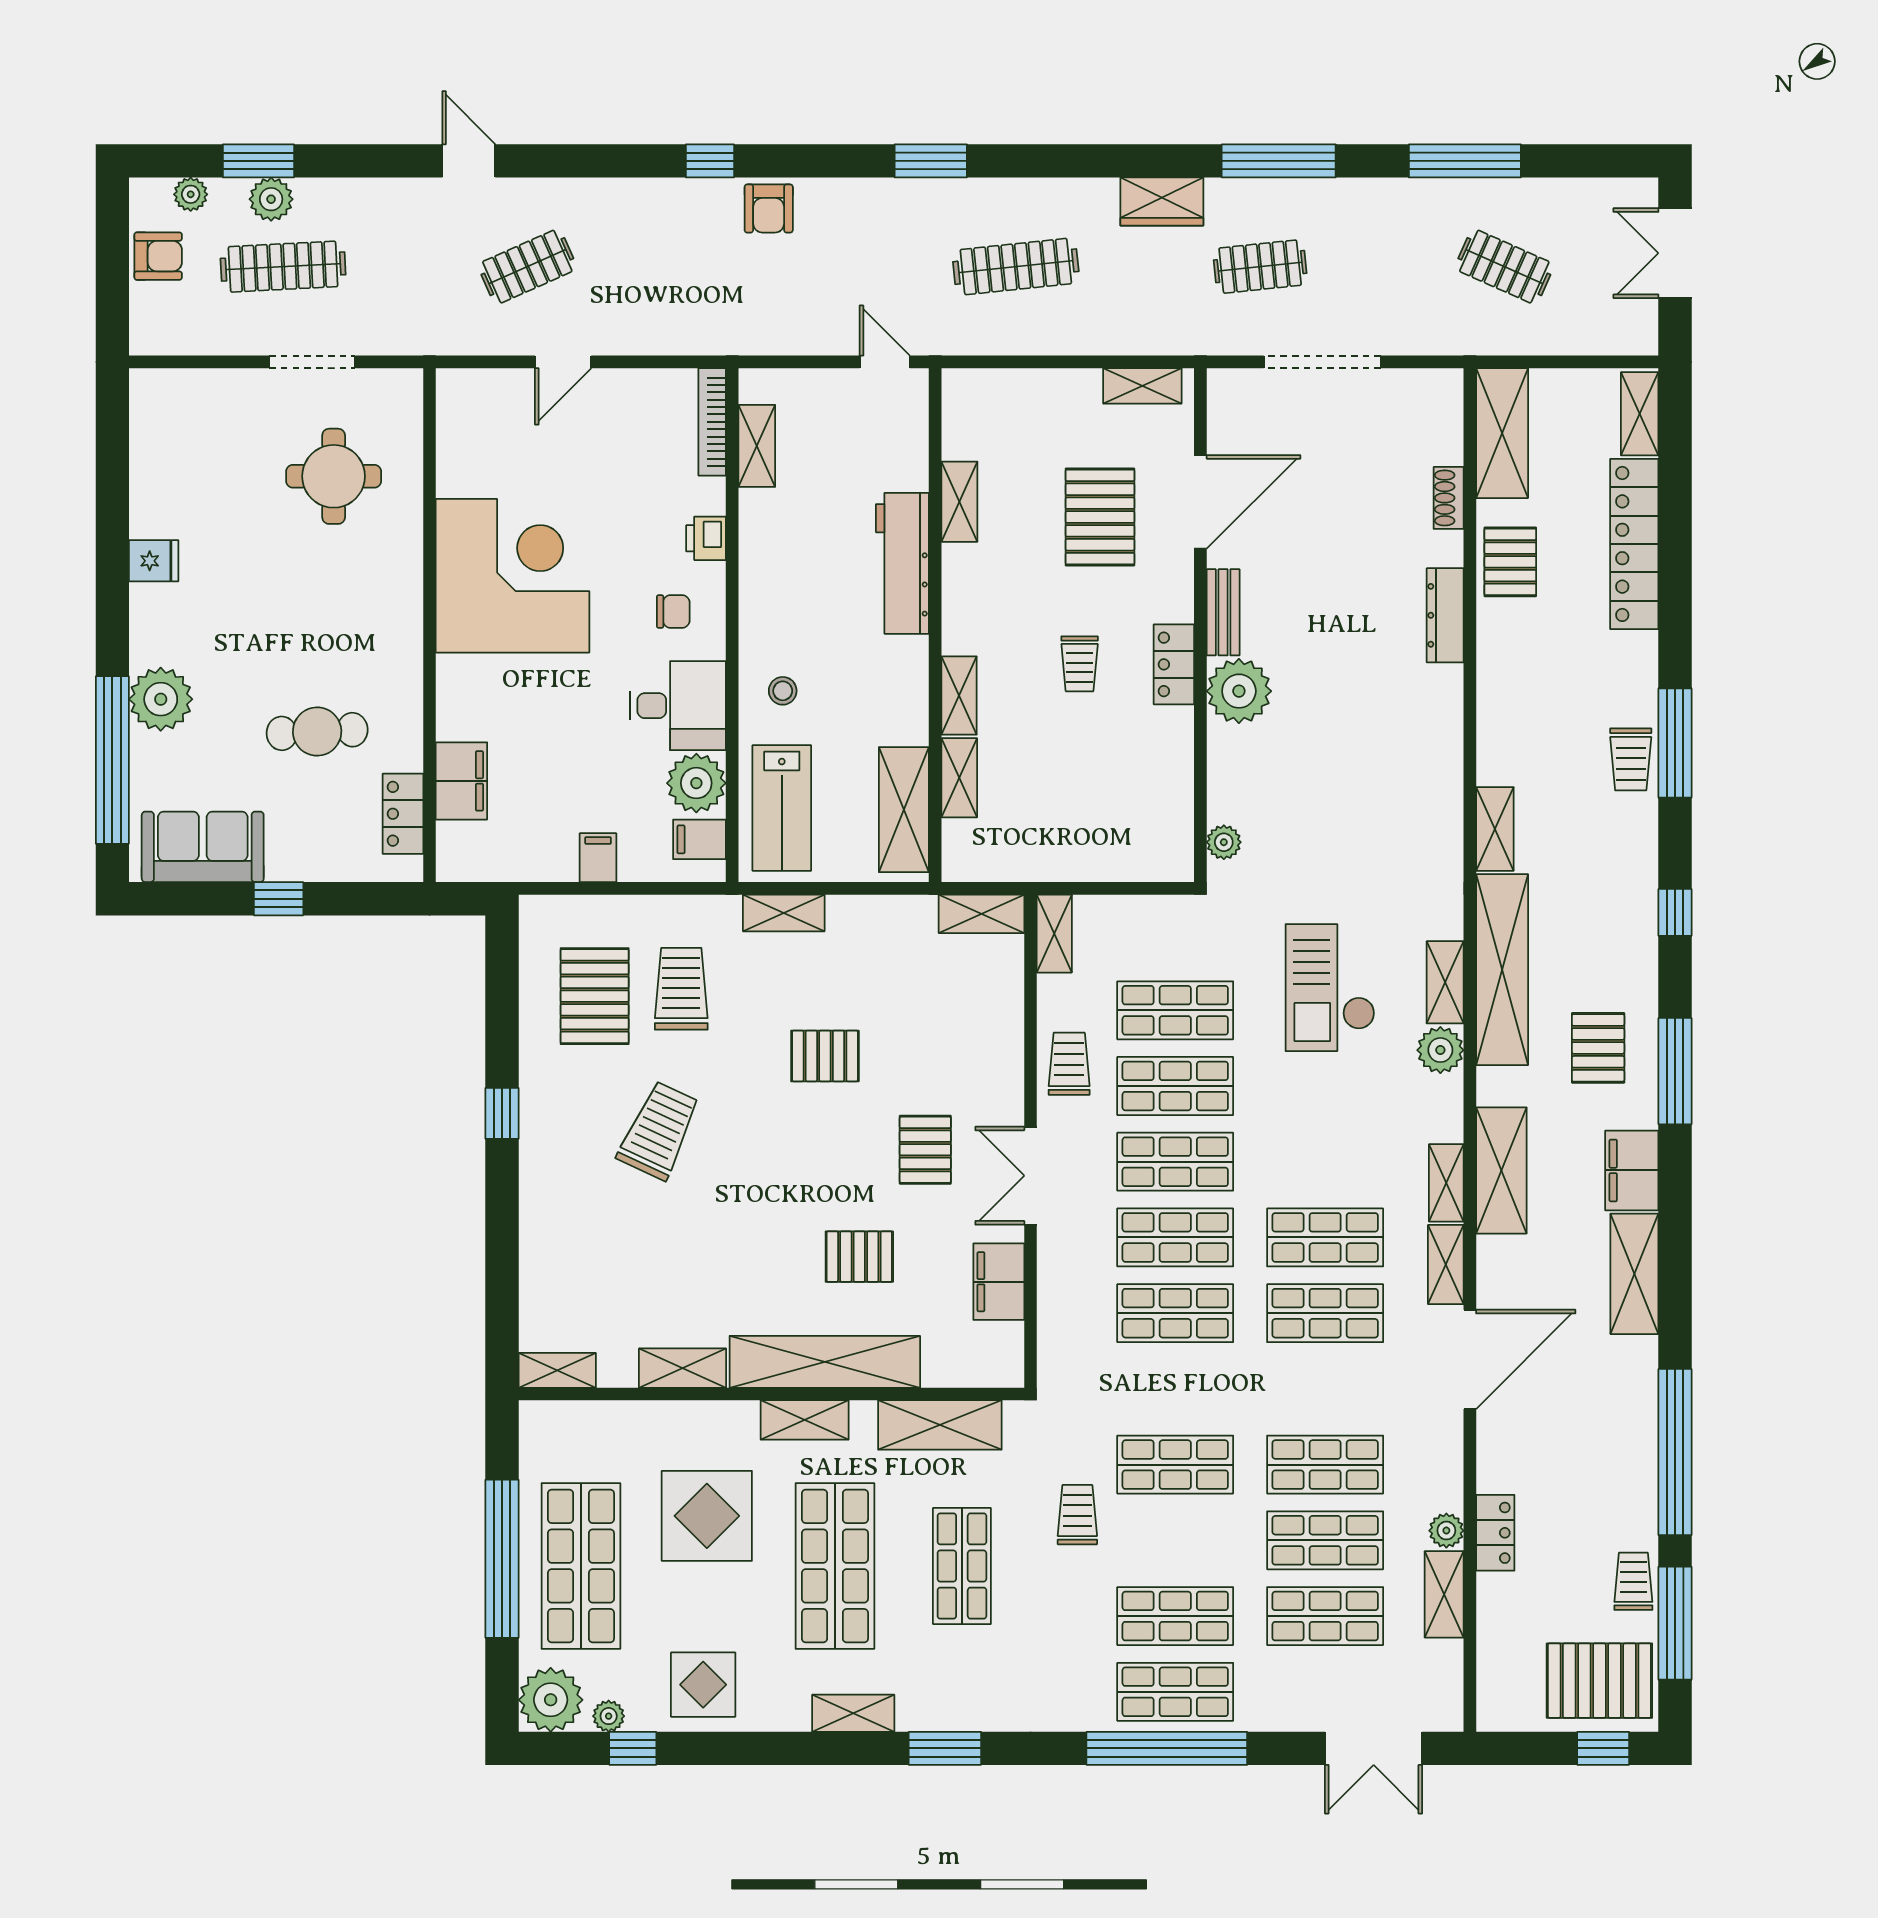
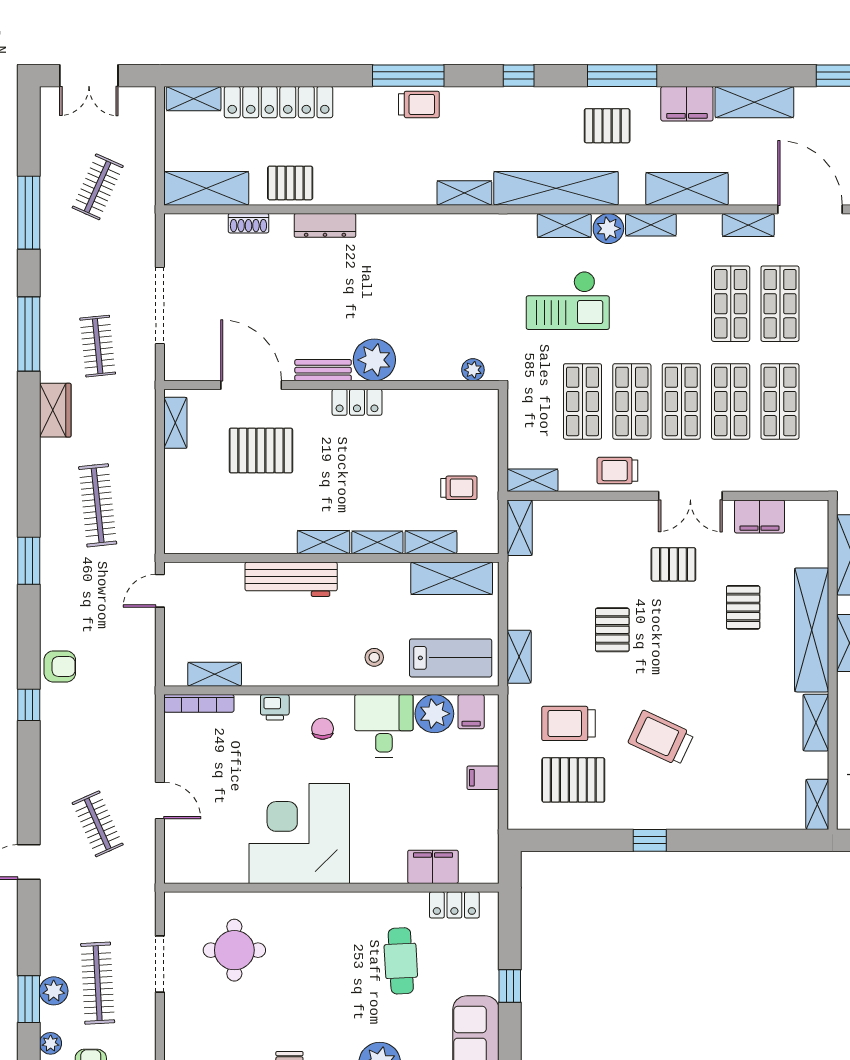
shelving: (959, 502) -> (323, 542), moved
trolley: (1080, 664) -> (459, 488), moved
shelving: (1446, 1183) -> (651, 225), moved

